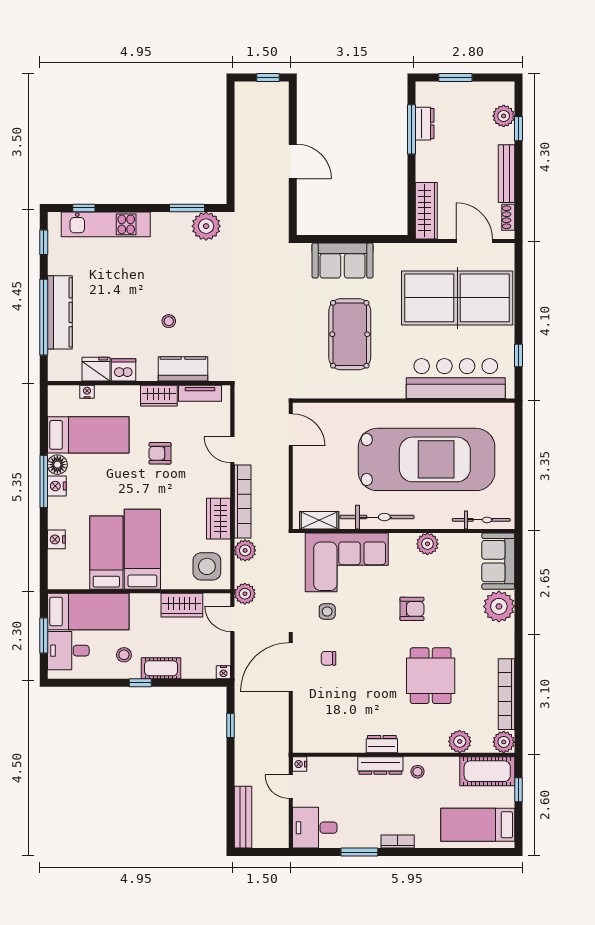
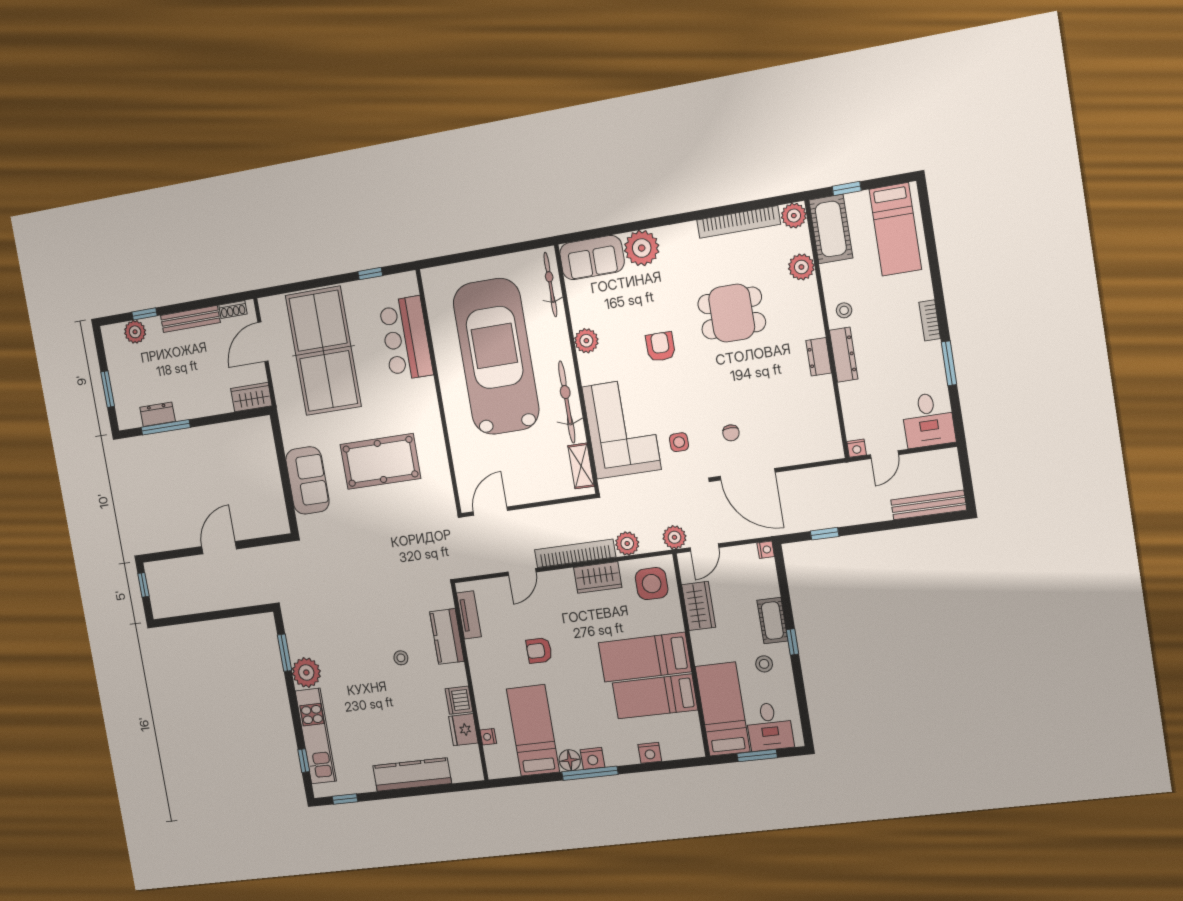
wardrobe: (426, 211) -> (251, 397), width x0.67
plant: (206, 226) -> (306, 672), moved
window: (44, 317) -> (420, 791), removed
bar counter: (456, 379) -> (406, 338), width x0.73
wardrobe: (159, 396) -> (479, 659), removed
armchair: (160, 453) -> (539, 650), turned 90

